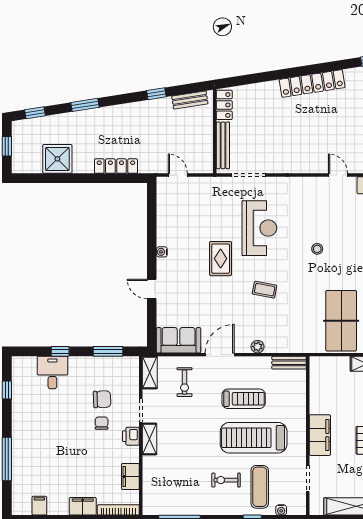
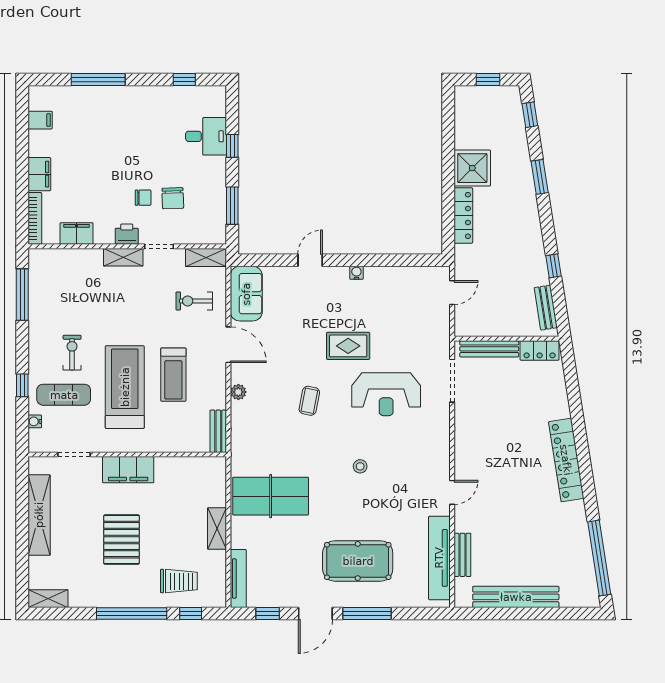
shower: (57, 159) -> (472, 168), moved

